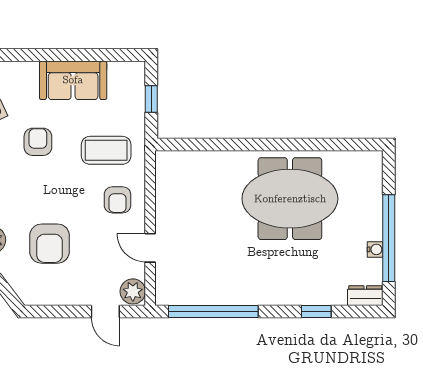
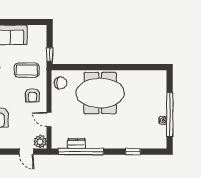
window: (151, 99) -> (50, 55), moved
chair: (173, 176) -> (61, 83), added
meeting table: (290, 199) -> (100, 93), moved
dresser: (365, 296) -> (76, 144), moved

